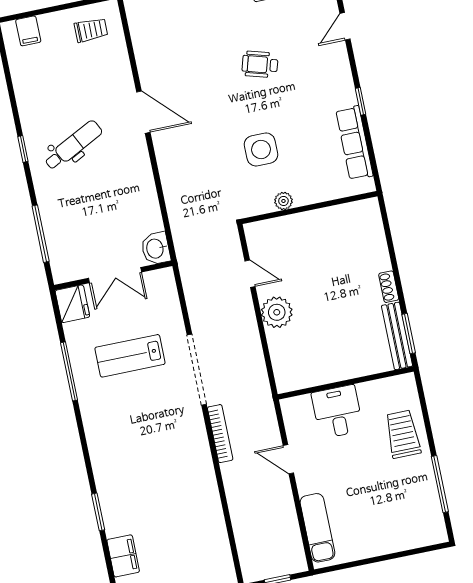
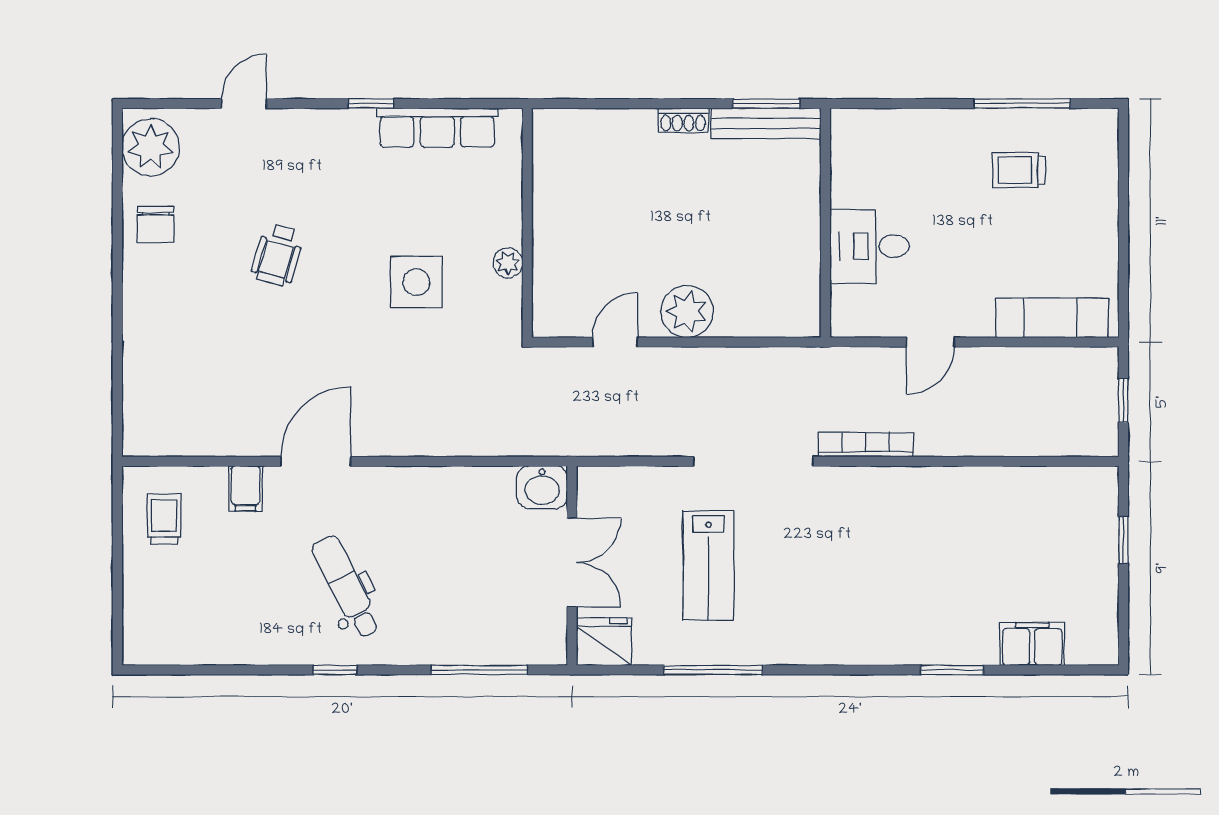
door: (345, 26) -> (244, 104), swing flipped
filing cabinet: (28, 31) -> (246, 488), moved, turned 90
trolley: (403, 434) -> (1019, 170), moved, width x0.73, depth x0.72

